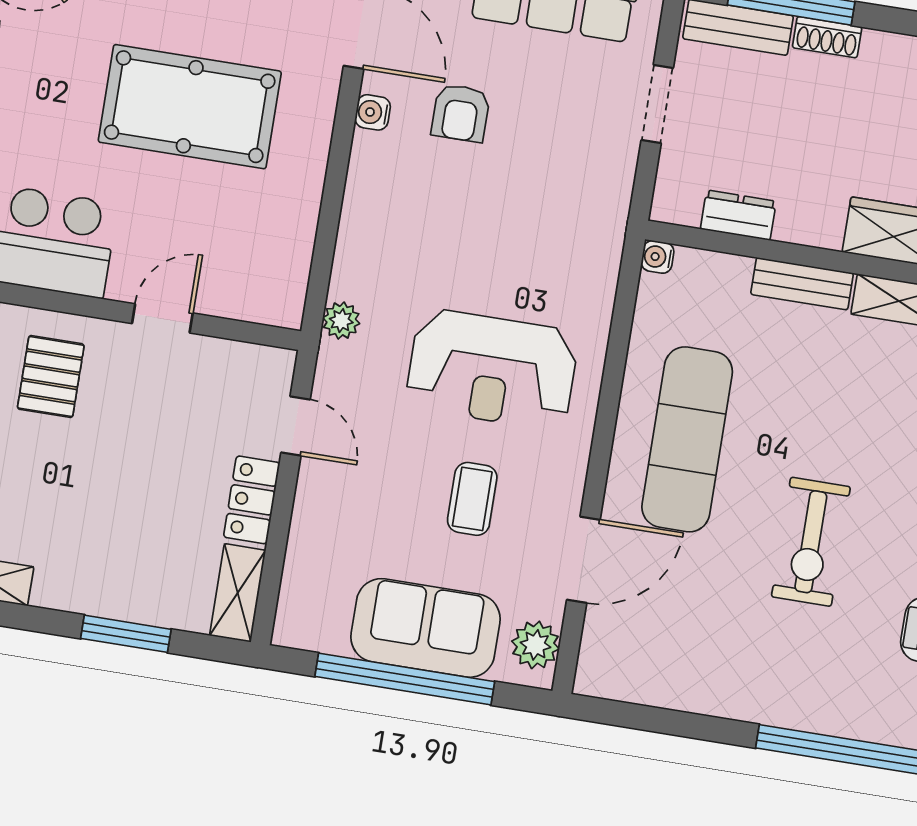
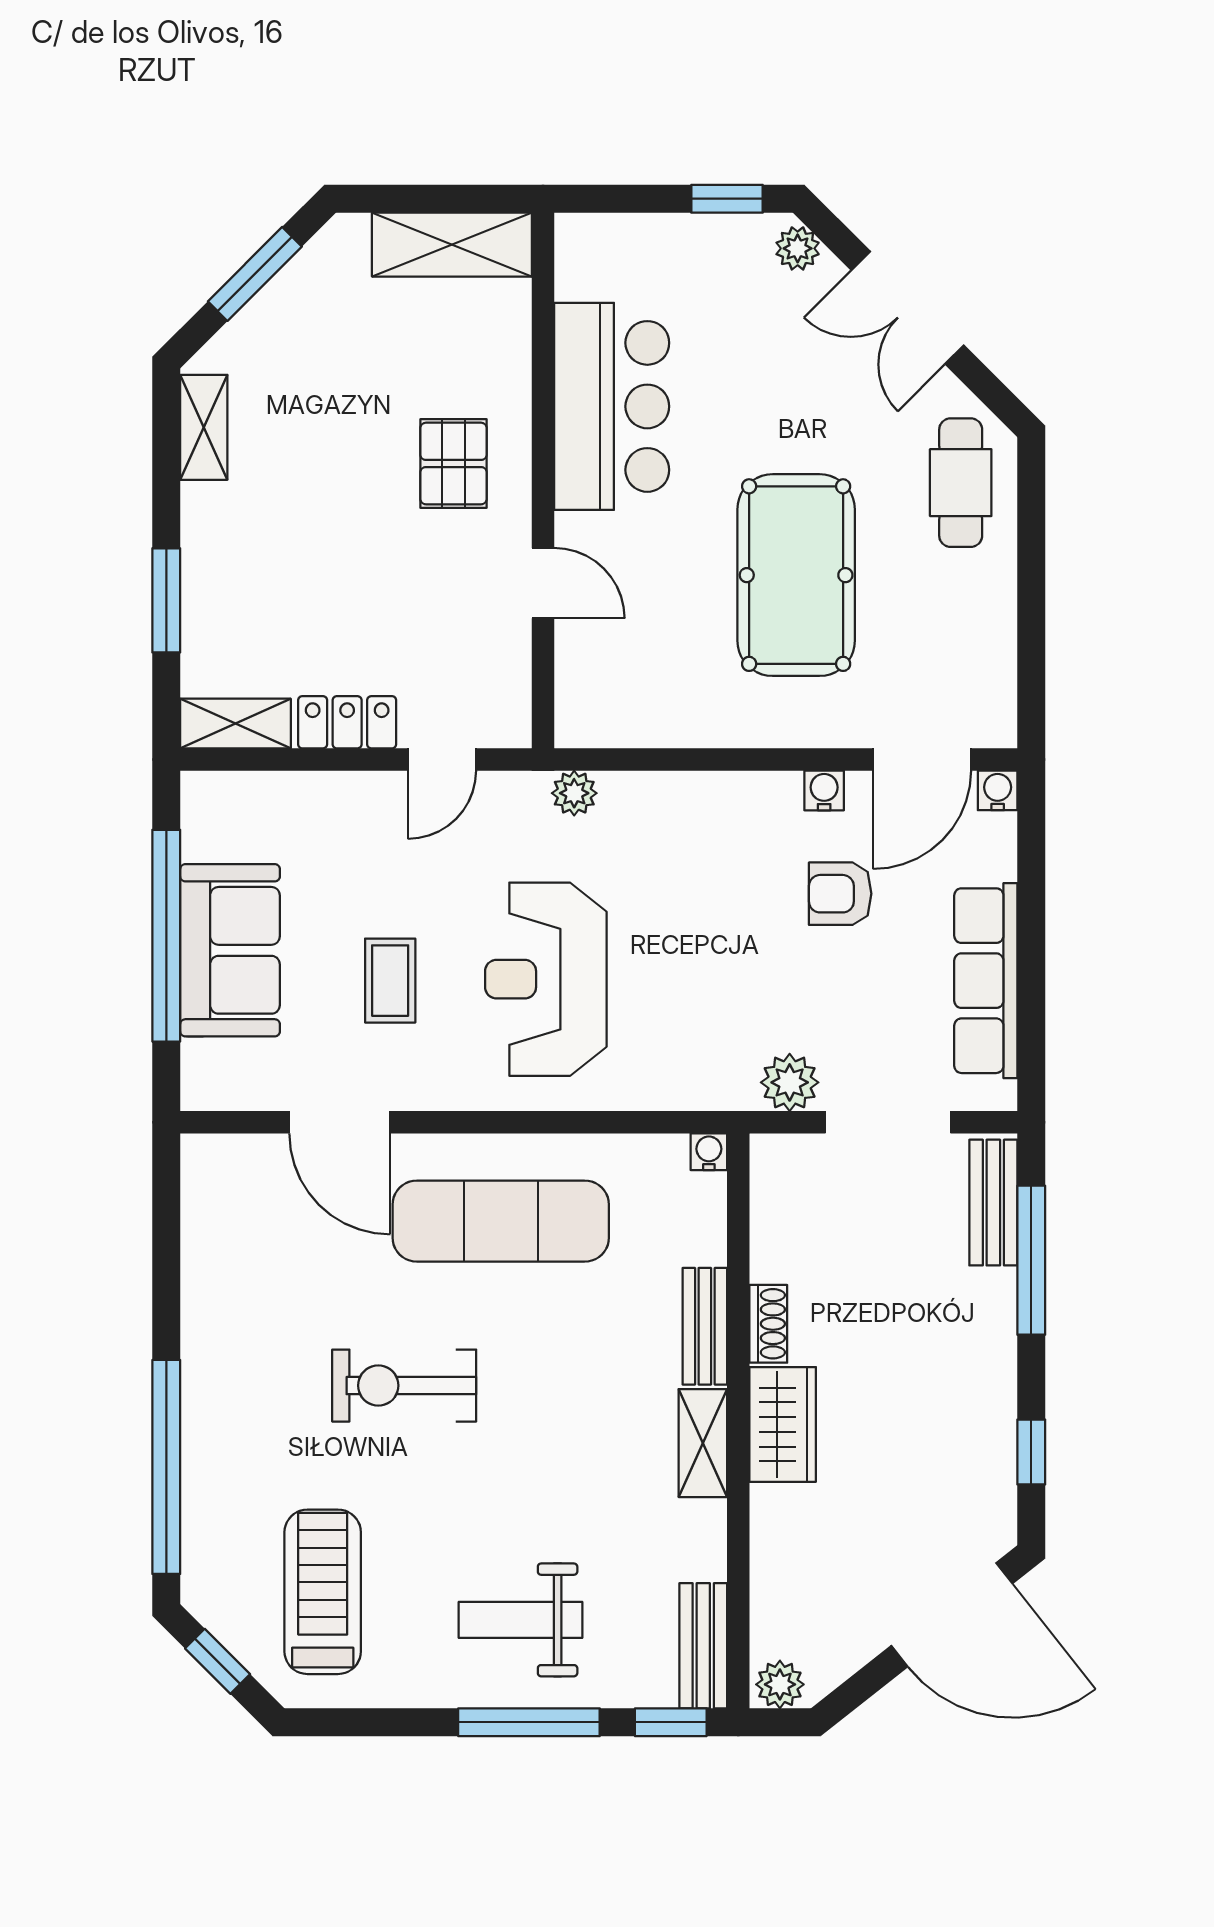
shoe rack: (827, 37) -> (768, 1324), moved, turned 180
doorway: (657, 104) -> (888, 1122), width x1.38
dresser: (738, 215) -> (773, 1238), removed
pallet: (51, 377) -> (454, 464), turned 90
coffee table: (472, 499) -> (390, 981), turned 90
plant: (536, 645) -> (790, 1082), moved

